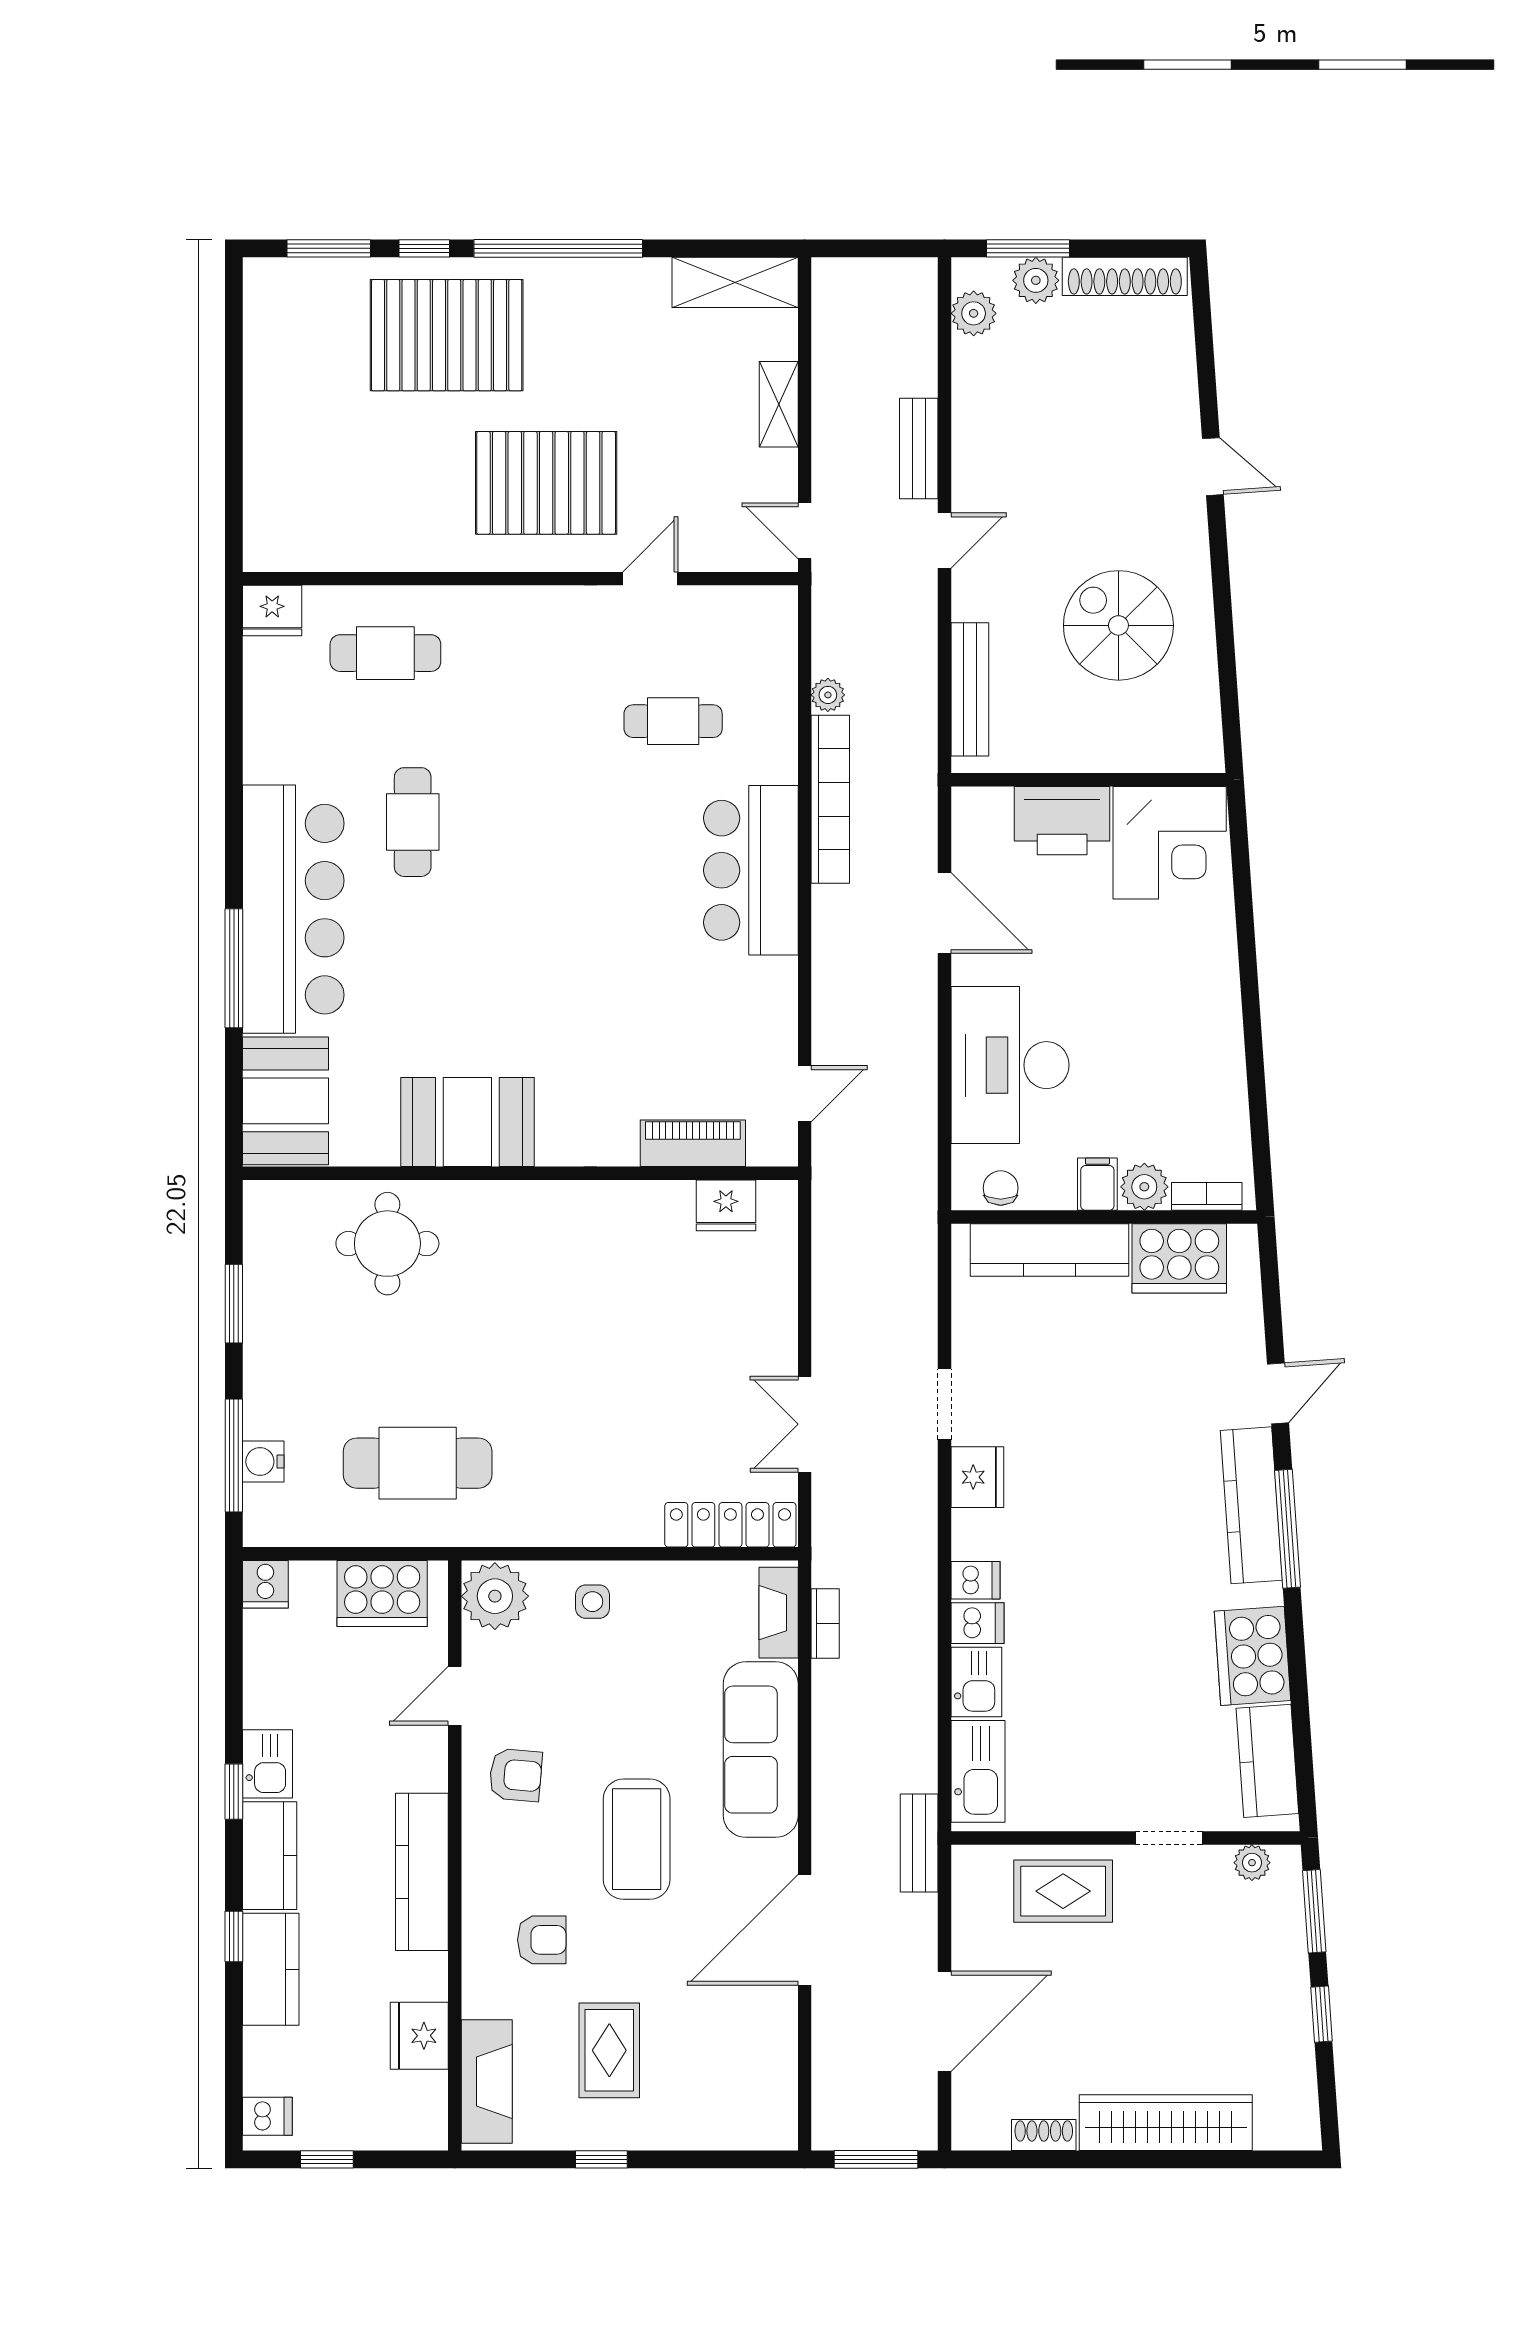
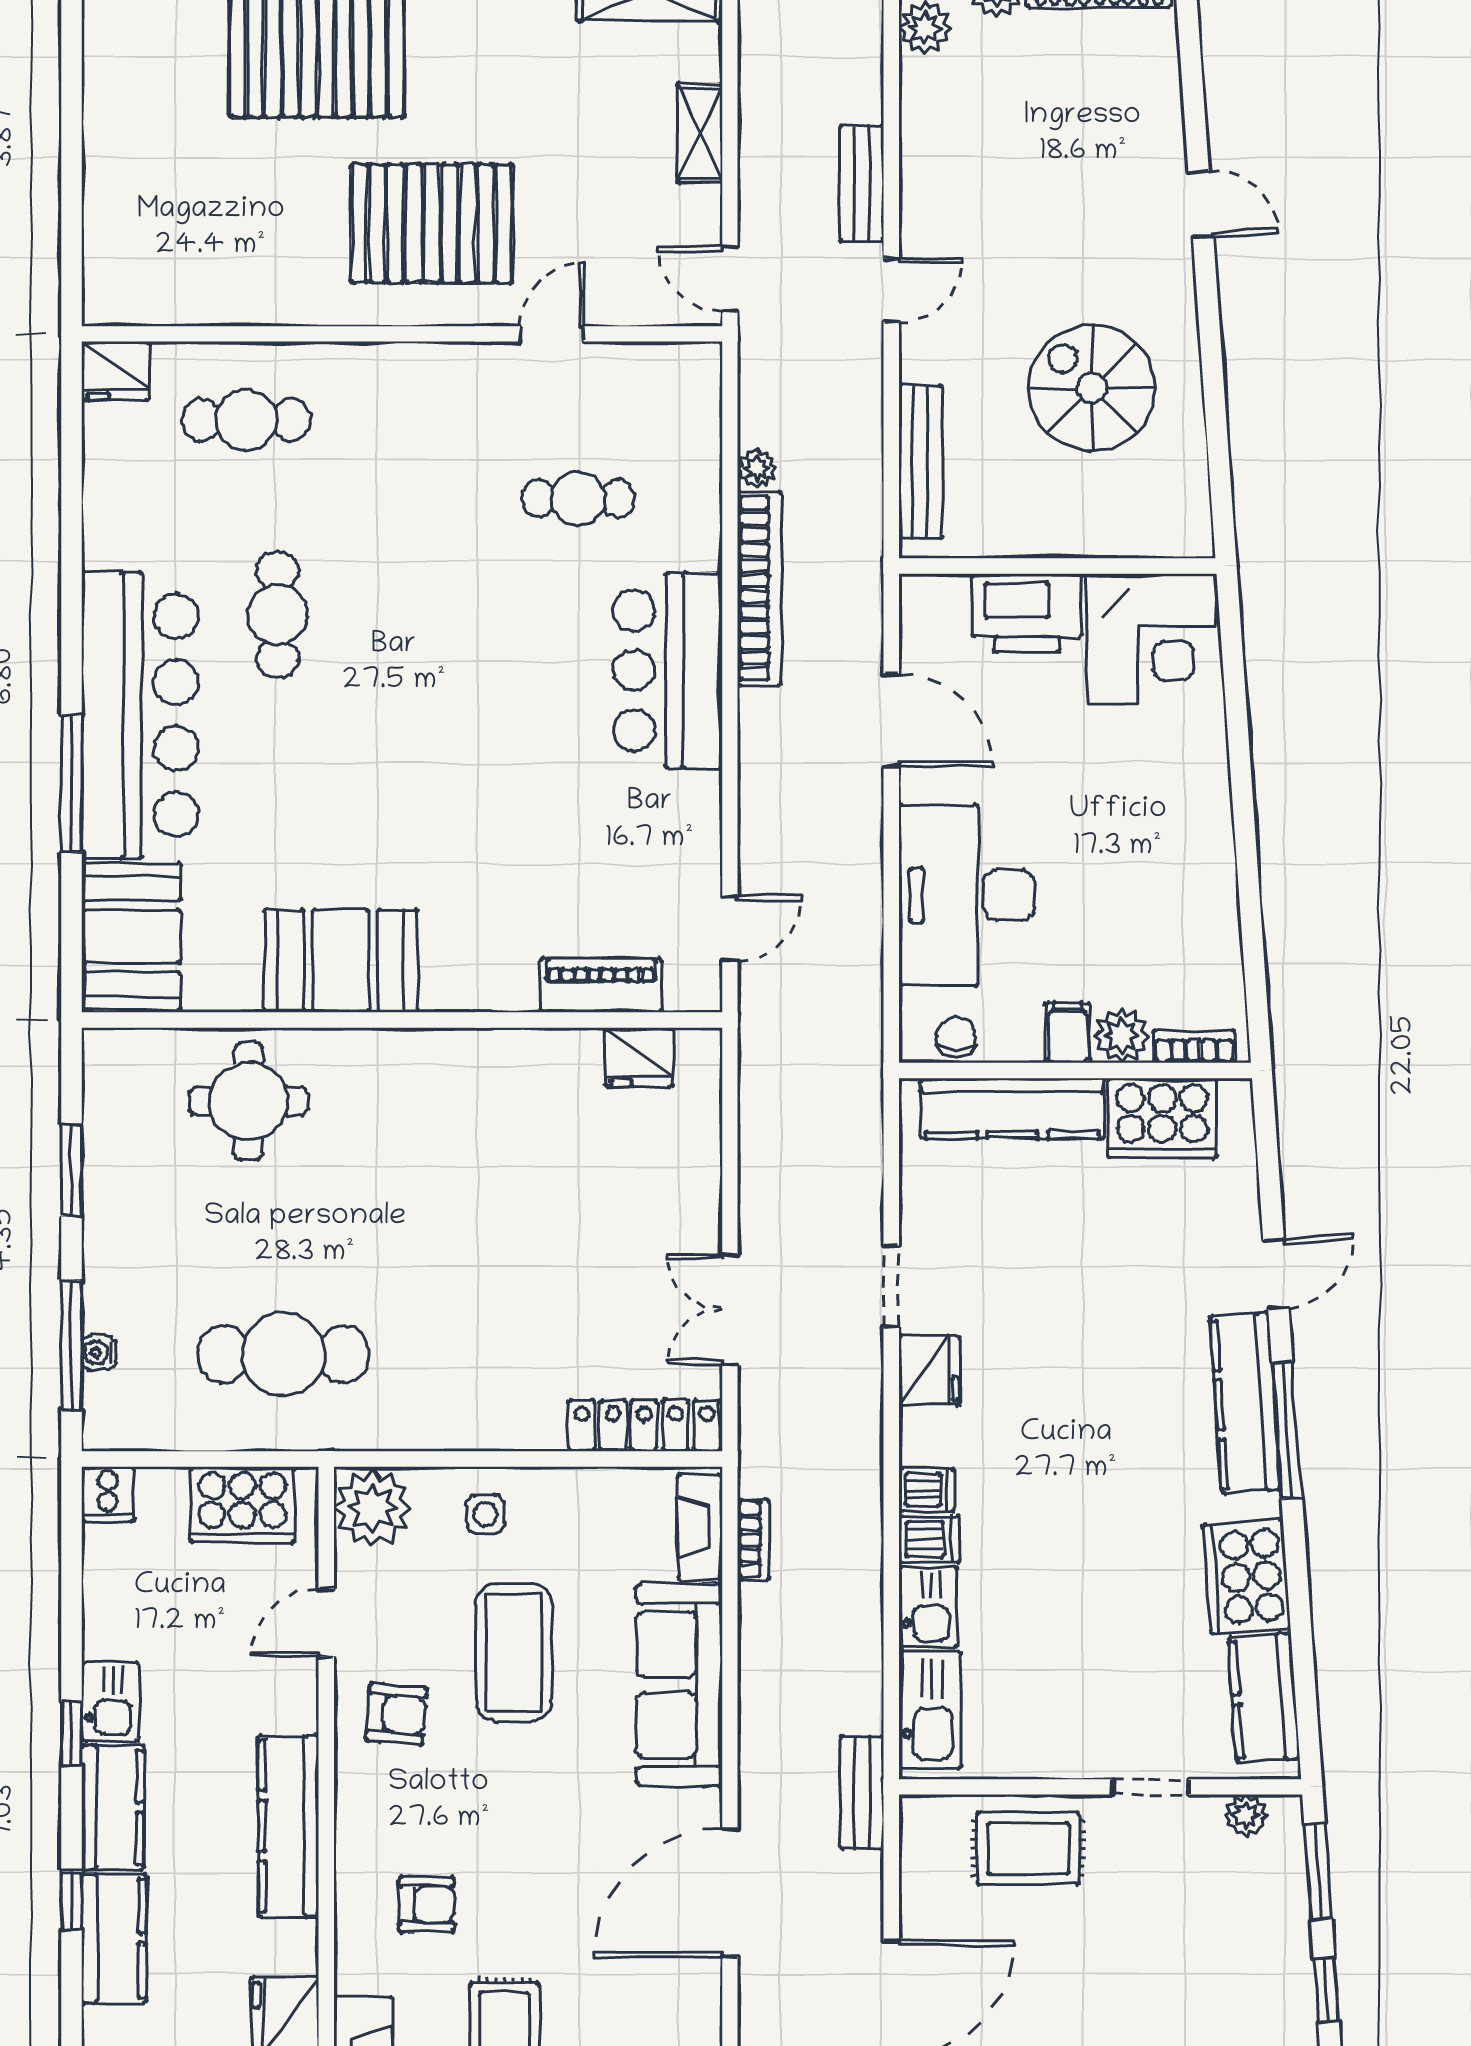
water cooler: (263, 1462) -> (99, 1353), width x0.72, depth x0.72
coffee table: (637, 1839) -> (514, 1653), moved

